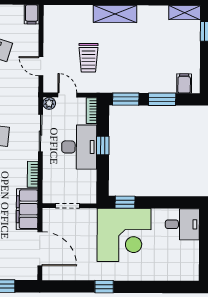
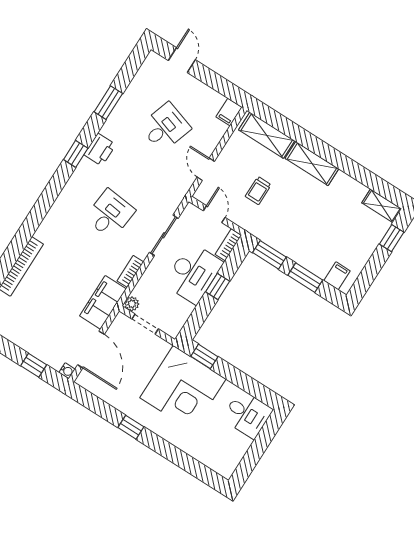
shelving: (69, 14) -> (267, 135), added
trolley: (88, 58) -> (258, 191), width x0.73, depth x0.72
plant: (49, 103) -> (132, 304), moved
water cooler: (32, 275) -> (67, 371), added

